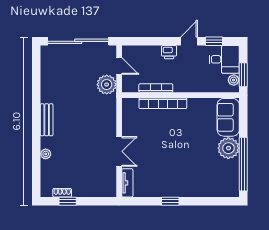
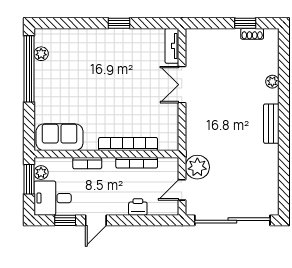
printer: (169, 52) -> (138, 207), moved
door: (119, 66) -> (182, 190), hinge flipped
bookcase: (196, 88) -> (87, 163), added
sofa: (228, 117) -> (60, 137), moved, turned -90
plant: (228, 148) -> (41, 54), moved, width x0.53, depth x0.53

